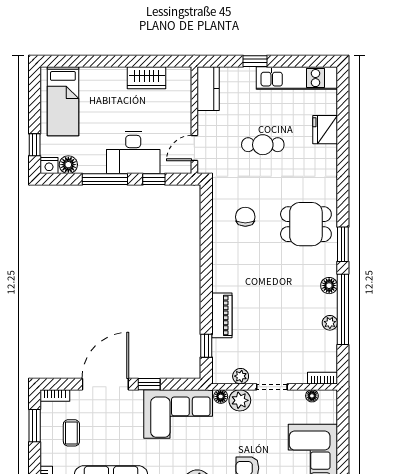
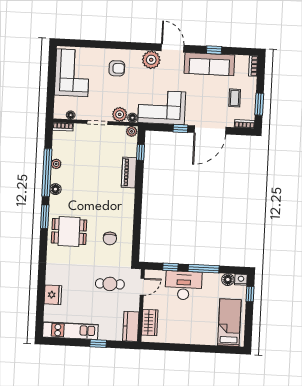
wardrobe: (147, 78) -> (150, 322), moved, turned 90
cafe table: (263, 145) -> (110, 284), moved
plant: (241, 376) -> (132, 131), moved

